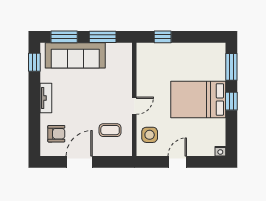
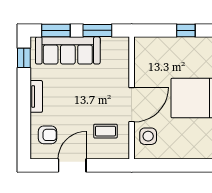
window: (163, 37) -> (186, 30), moved
door: (134, 106) -> (132, 105), width x1.88
door: (177, 162) -> (178, 165), removed

